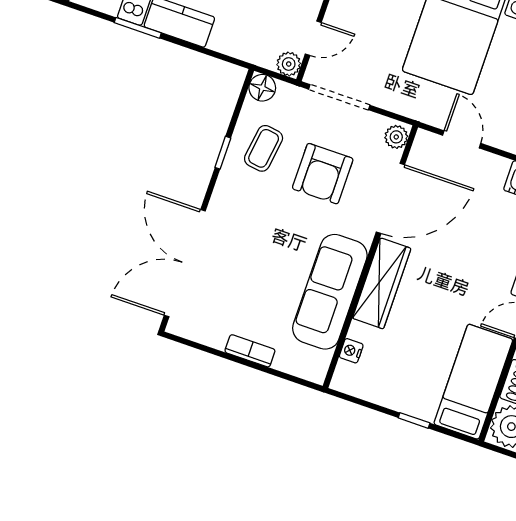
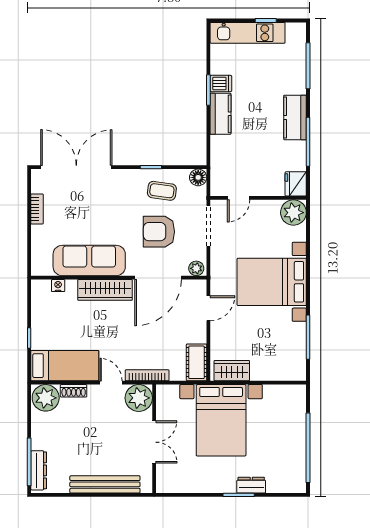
door: (313, 38) -> (239, 198), hinge flipped
plant: (289, 64) -> (218, 188), removed
door: (390, 198) -> (158, 278), hinge flipped
bookcase: (250, 351) -> (37, 209), moved

